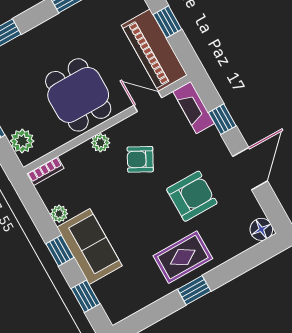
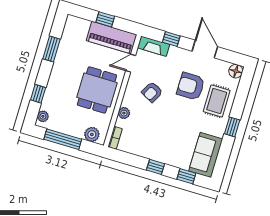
dining table: (78, 95) -> (97, 90), turned 90
plant: (101, 143) -> (124, 113), moved
armchair: (192, 196) -> (191, 86), turned -90
plant: (59, 214) -> (139, 151), removed
sofa: (90, 246) -> (206, 155), moved, turned -90
rug: (183, 257) -> (217, 101), moved

